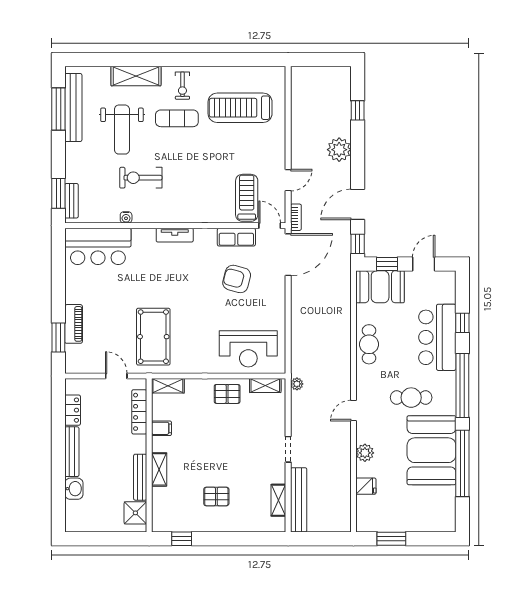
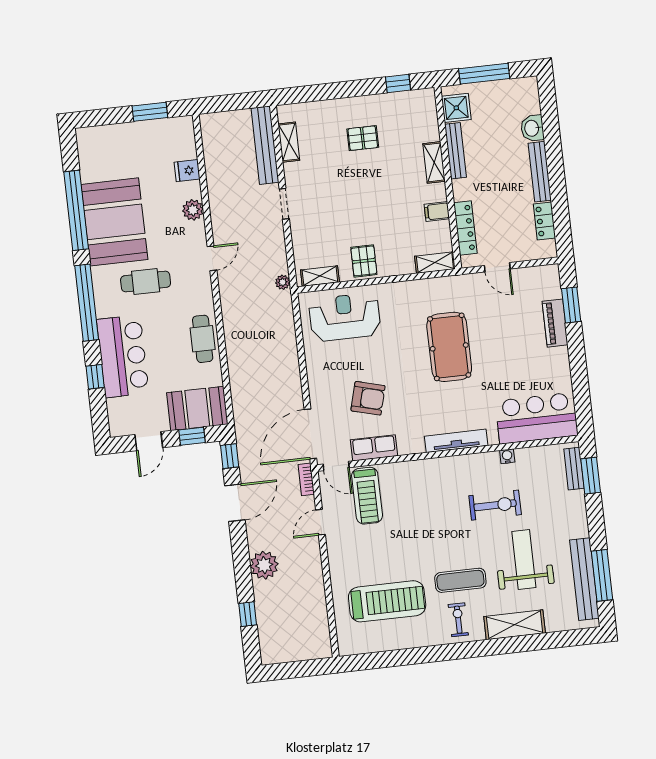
tv unit: (175, 235) -> (456, 441), width x1.41
pool table: (153, 337) -> (449, 347), moved
pallet: (227, 394) -> (364, 261), turned 90
window: (109, 539) -> (484, 74), added

